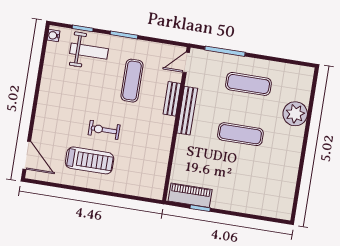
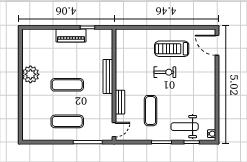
bench: (187, 111) -> (108, 76), moved
plant: (295, 114) -> (30, 74), moved
piano: (190, 195) -> (71, 35), moved

